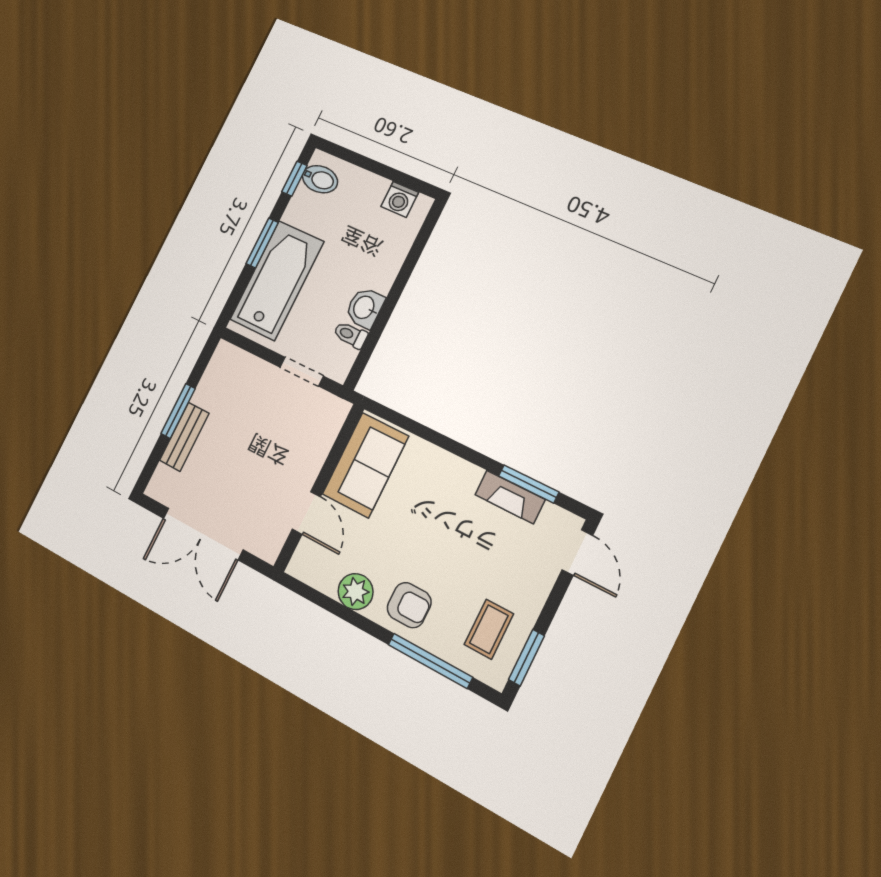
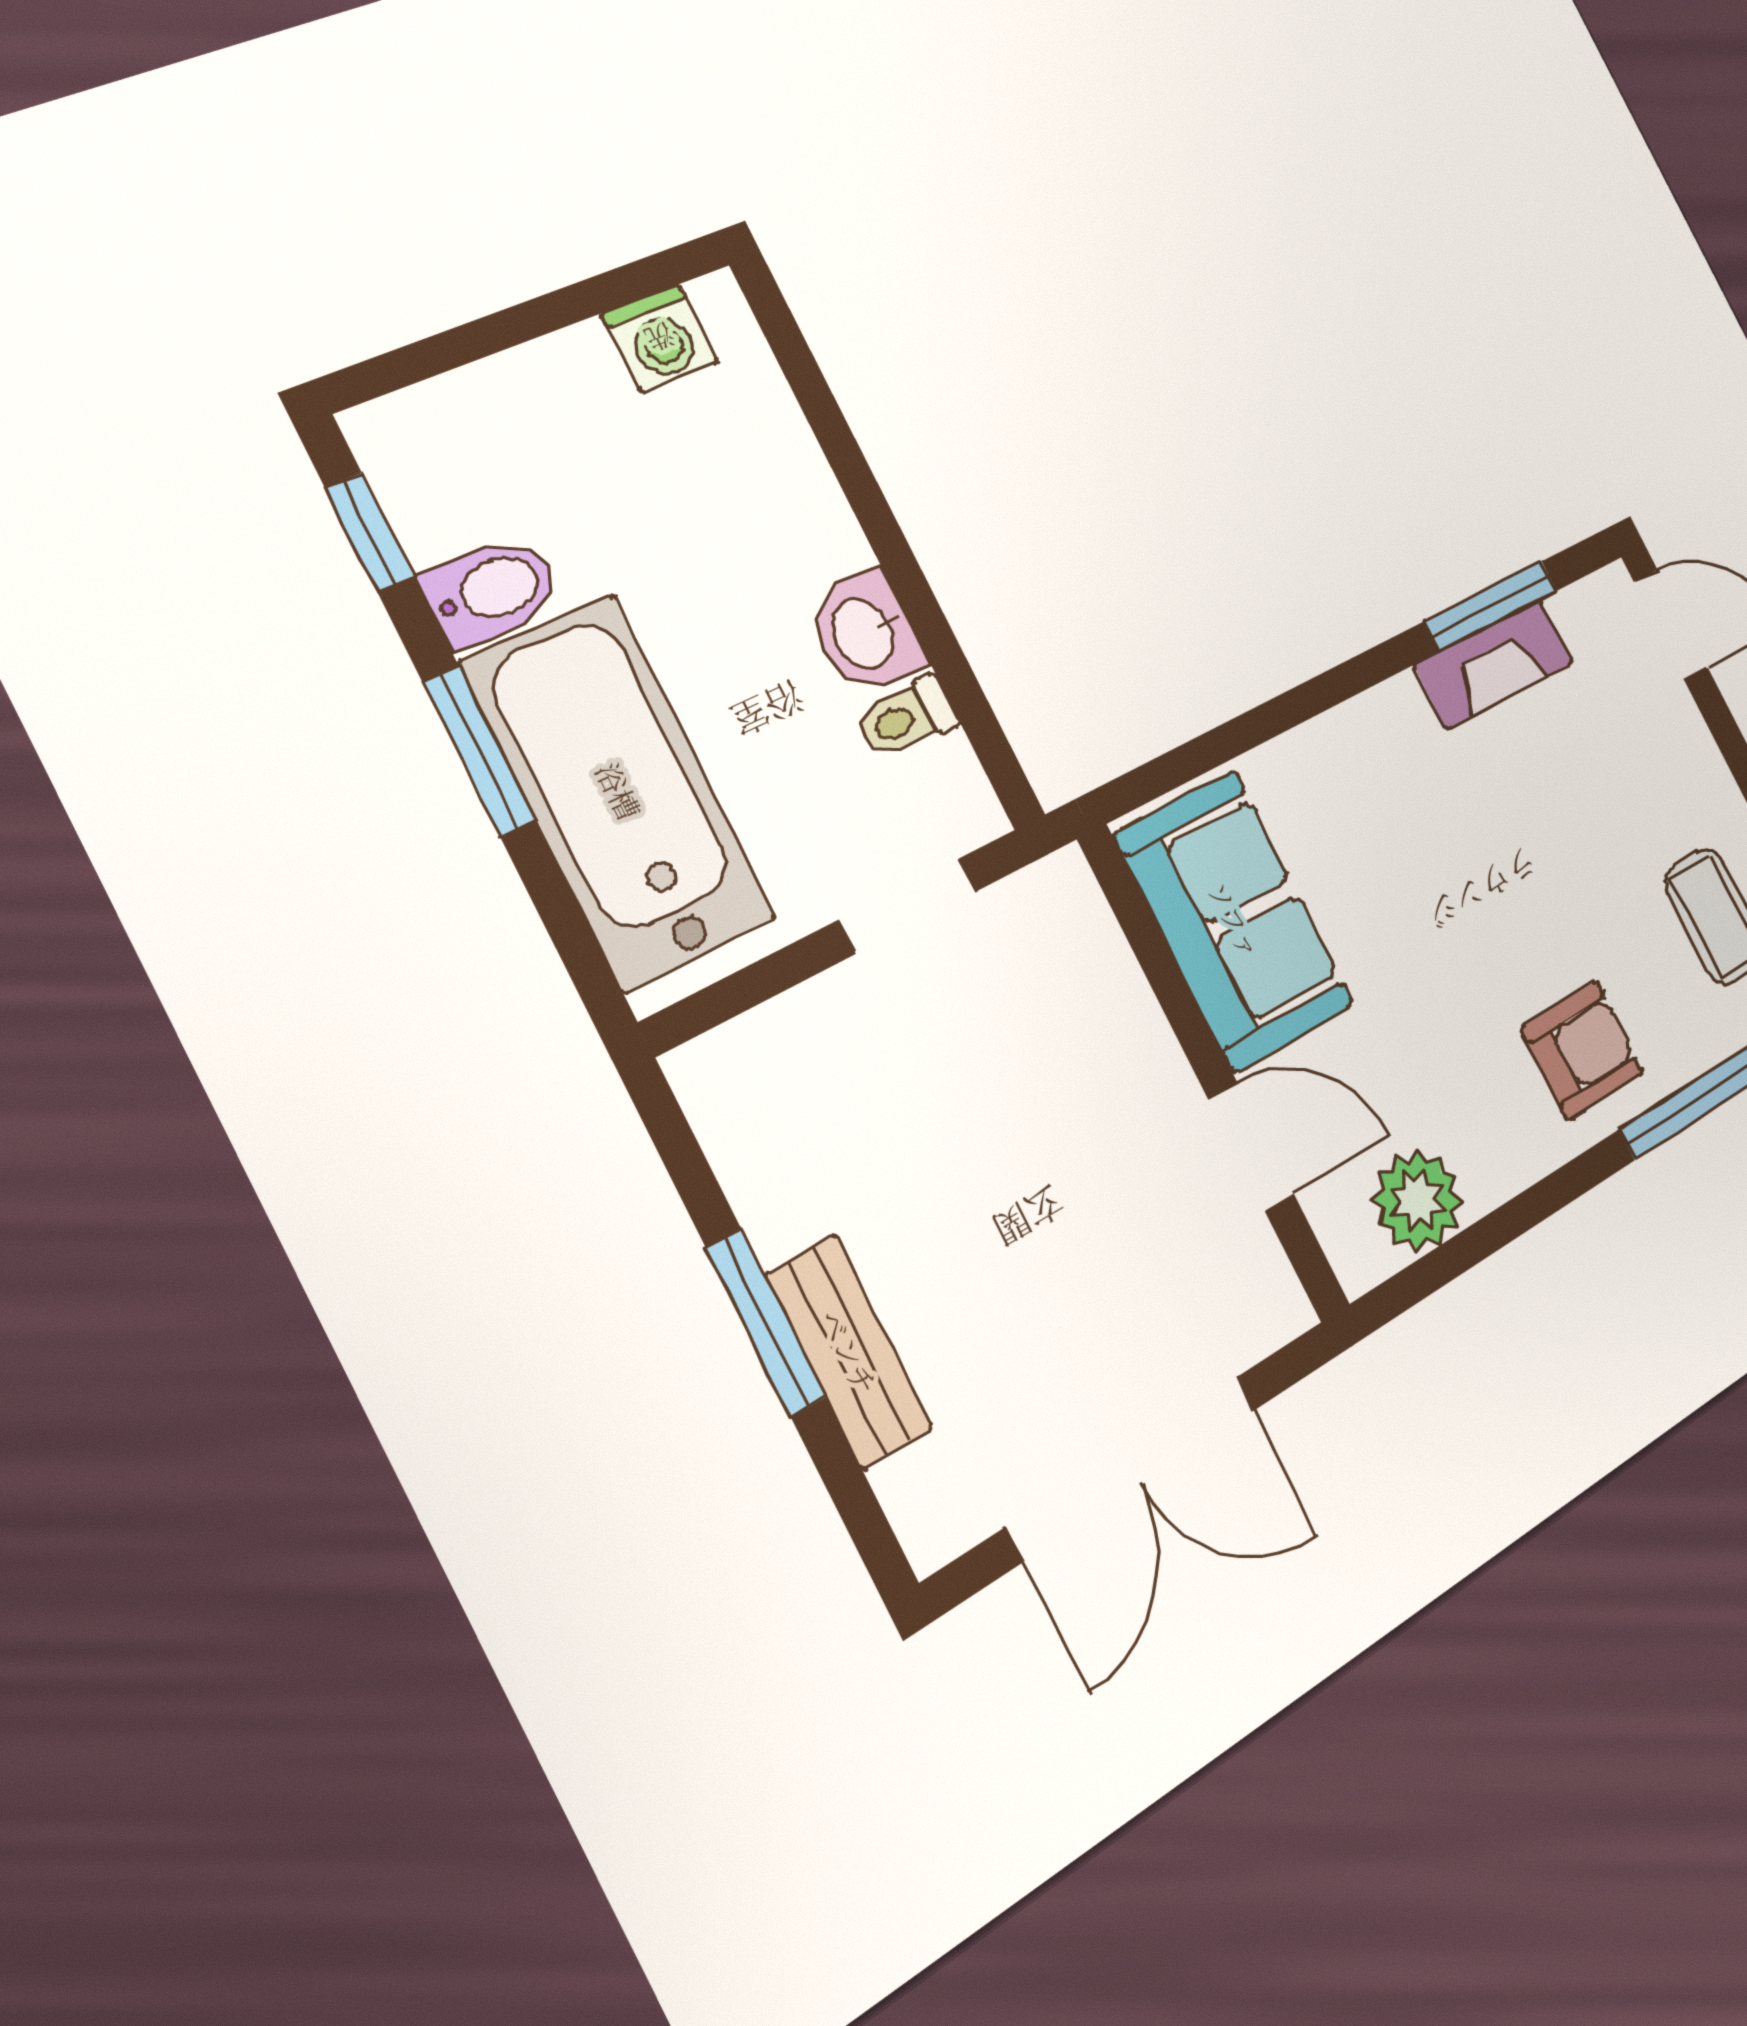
bidet: (320, 179) -> (492, 590), moved
plant: (356, 592) -> (1417, 1200), moved

